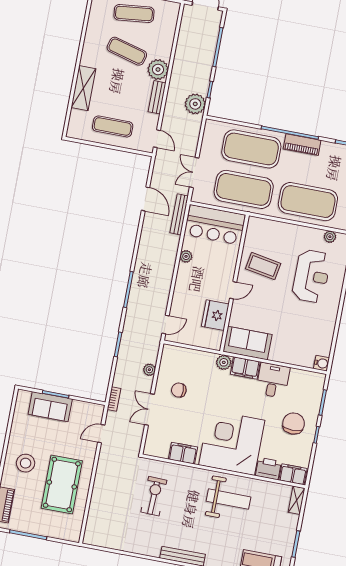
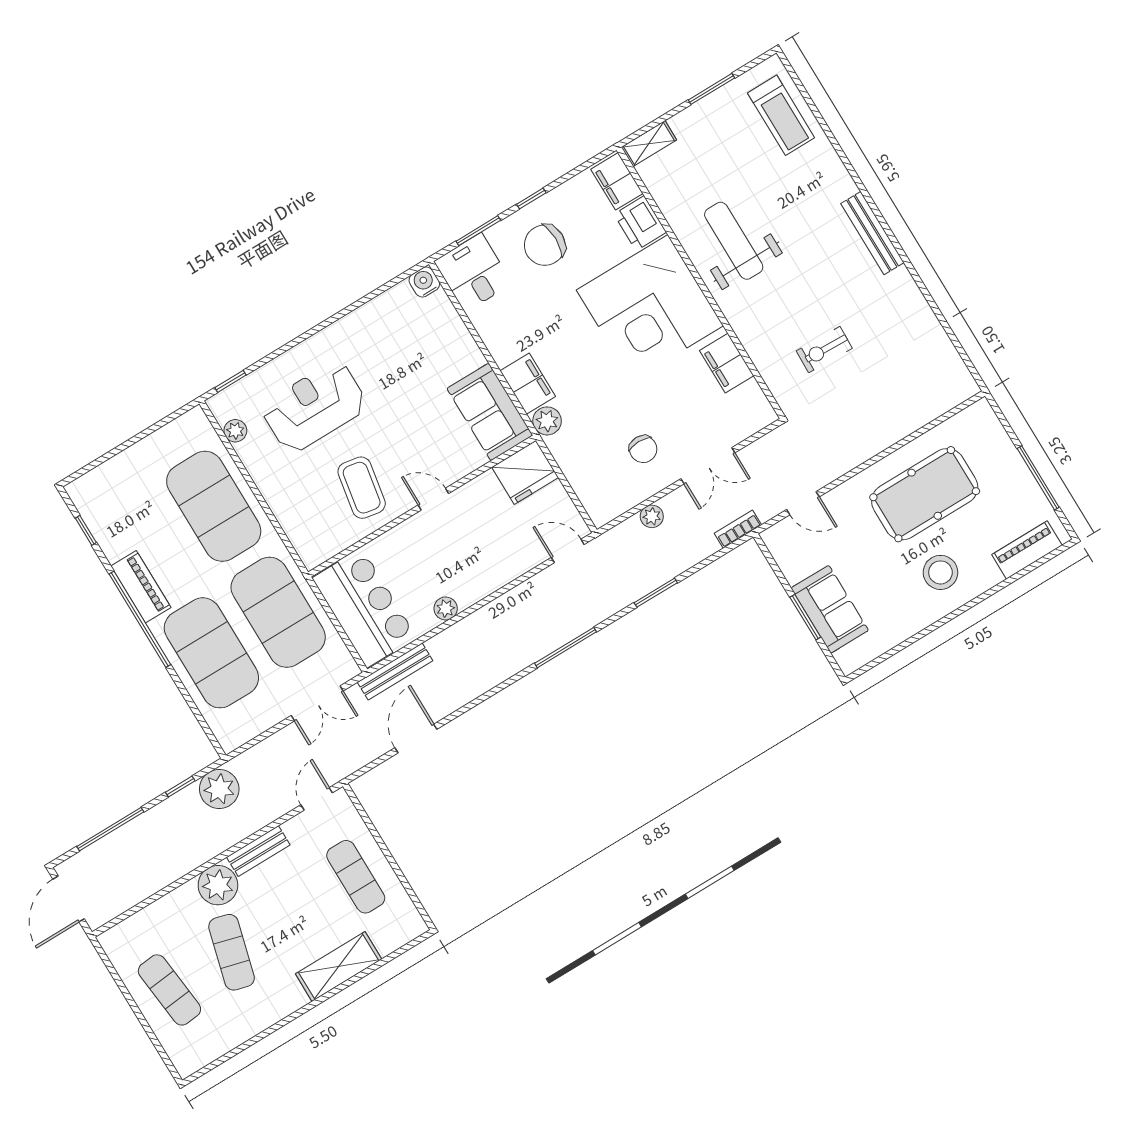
fridge: (215, 315) -> (525, 472), moved
desk: (273, 380) -> (473, 272), moved, turned 90
exercise bike: (154, 496) -> (824, 350), width x0.73, depth x0.72

